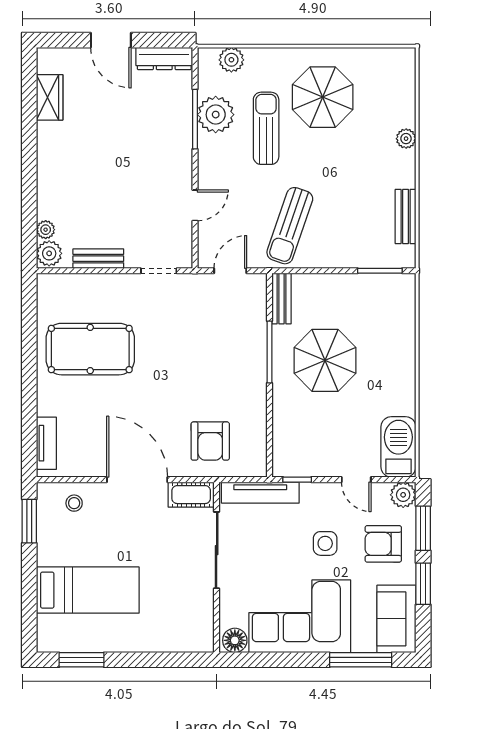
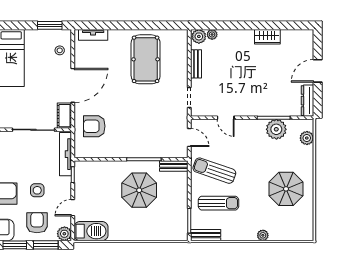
wardrobe: (50, 97) -> (267, 37), moved
sun lounger: (266, 128) -> (218, 203), moved
bench: (406, 217) -> (206, 235), moved

